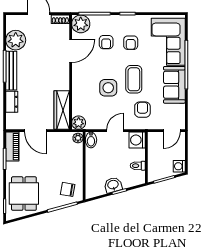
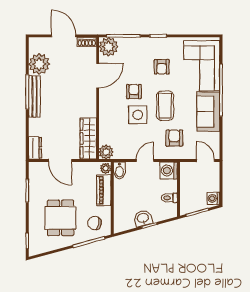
armchair: (106, 42) -> (134, 92), moved, turned 180
dresser: (12, 102) -> (35, 148), moved
door: (172, 131) -> (205, 161), swing flipped
piano: (12, 147) -> (104, 190), moved, turned 180
dining table: (24, 194) -> (61, 218), moved

